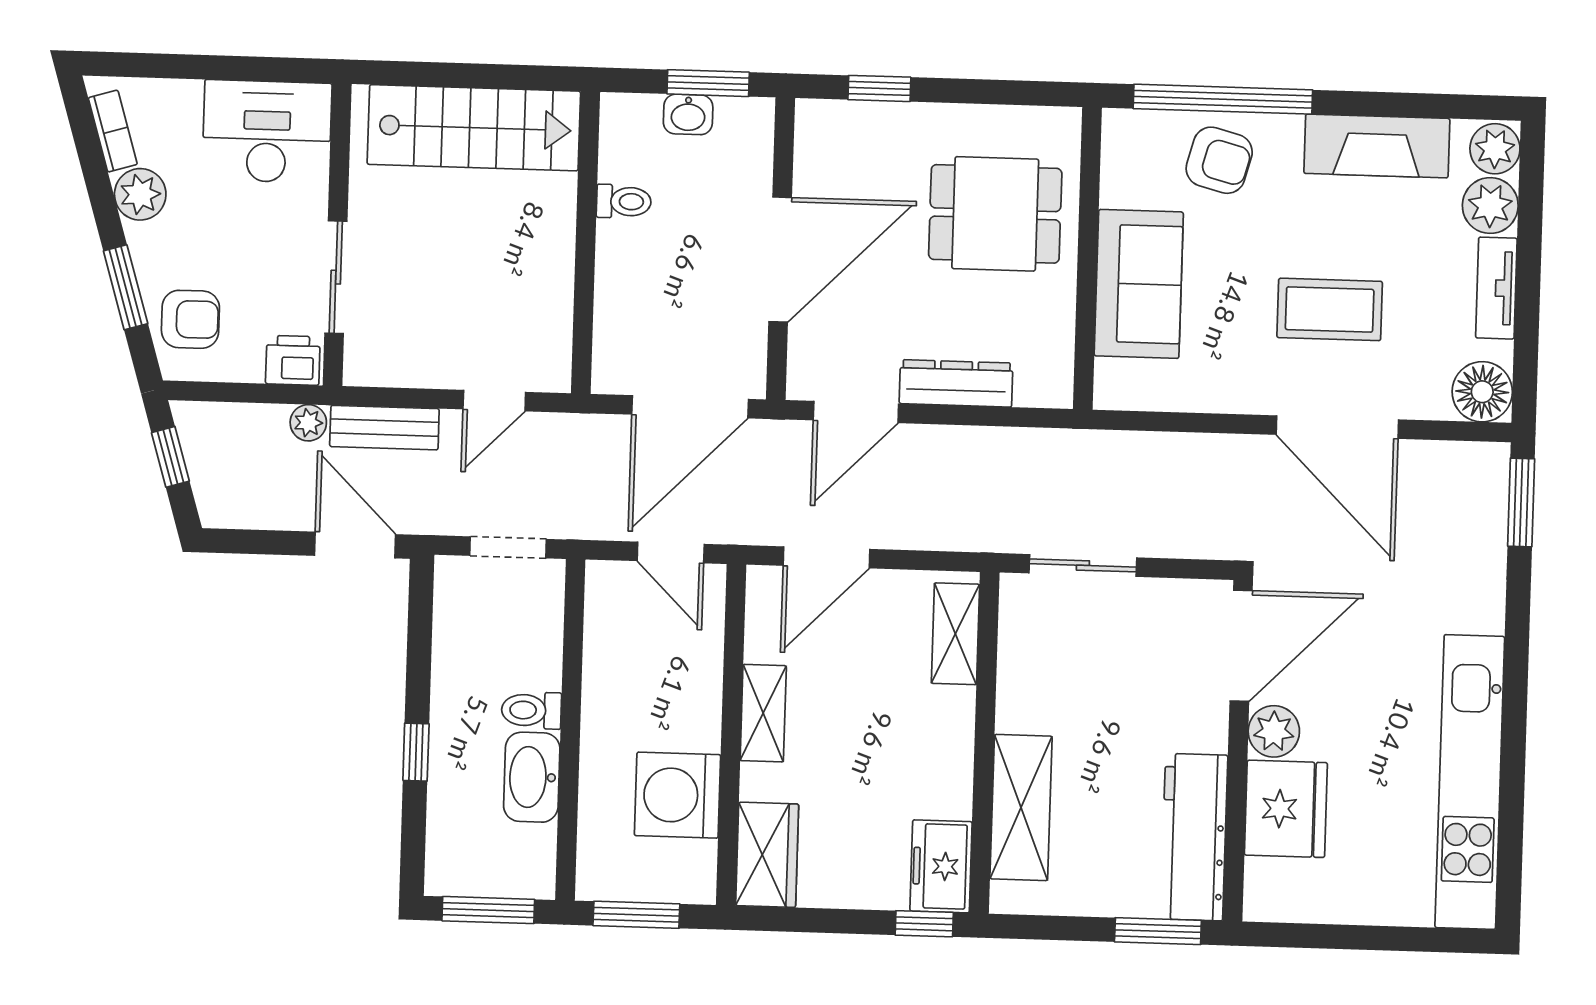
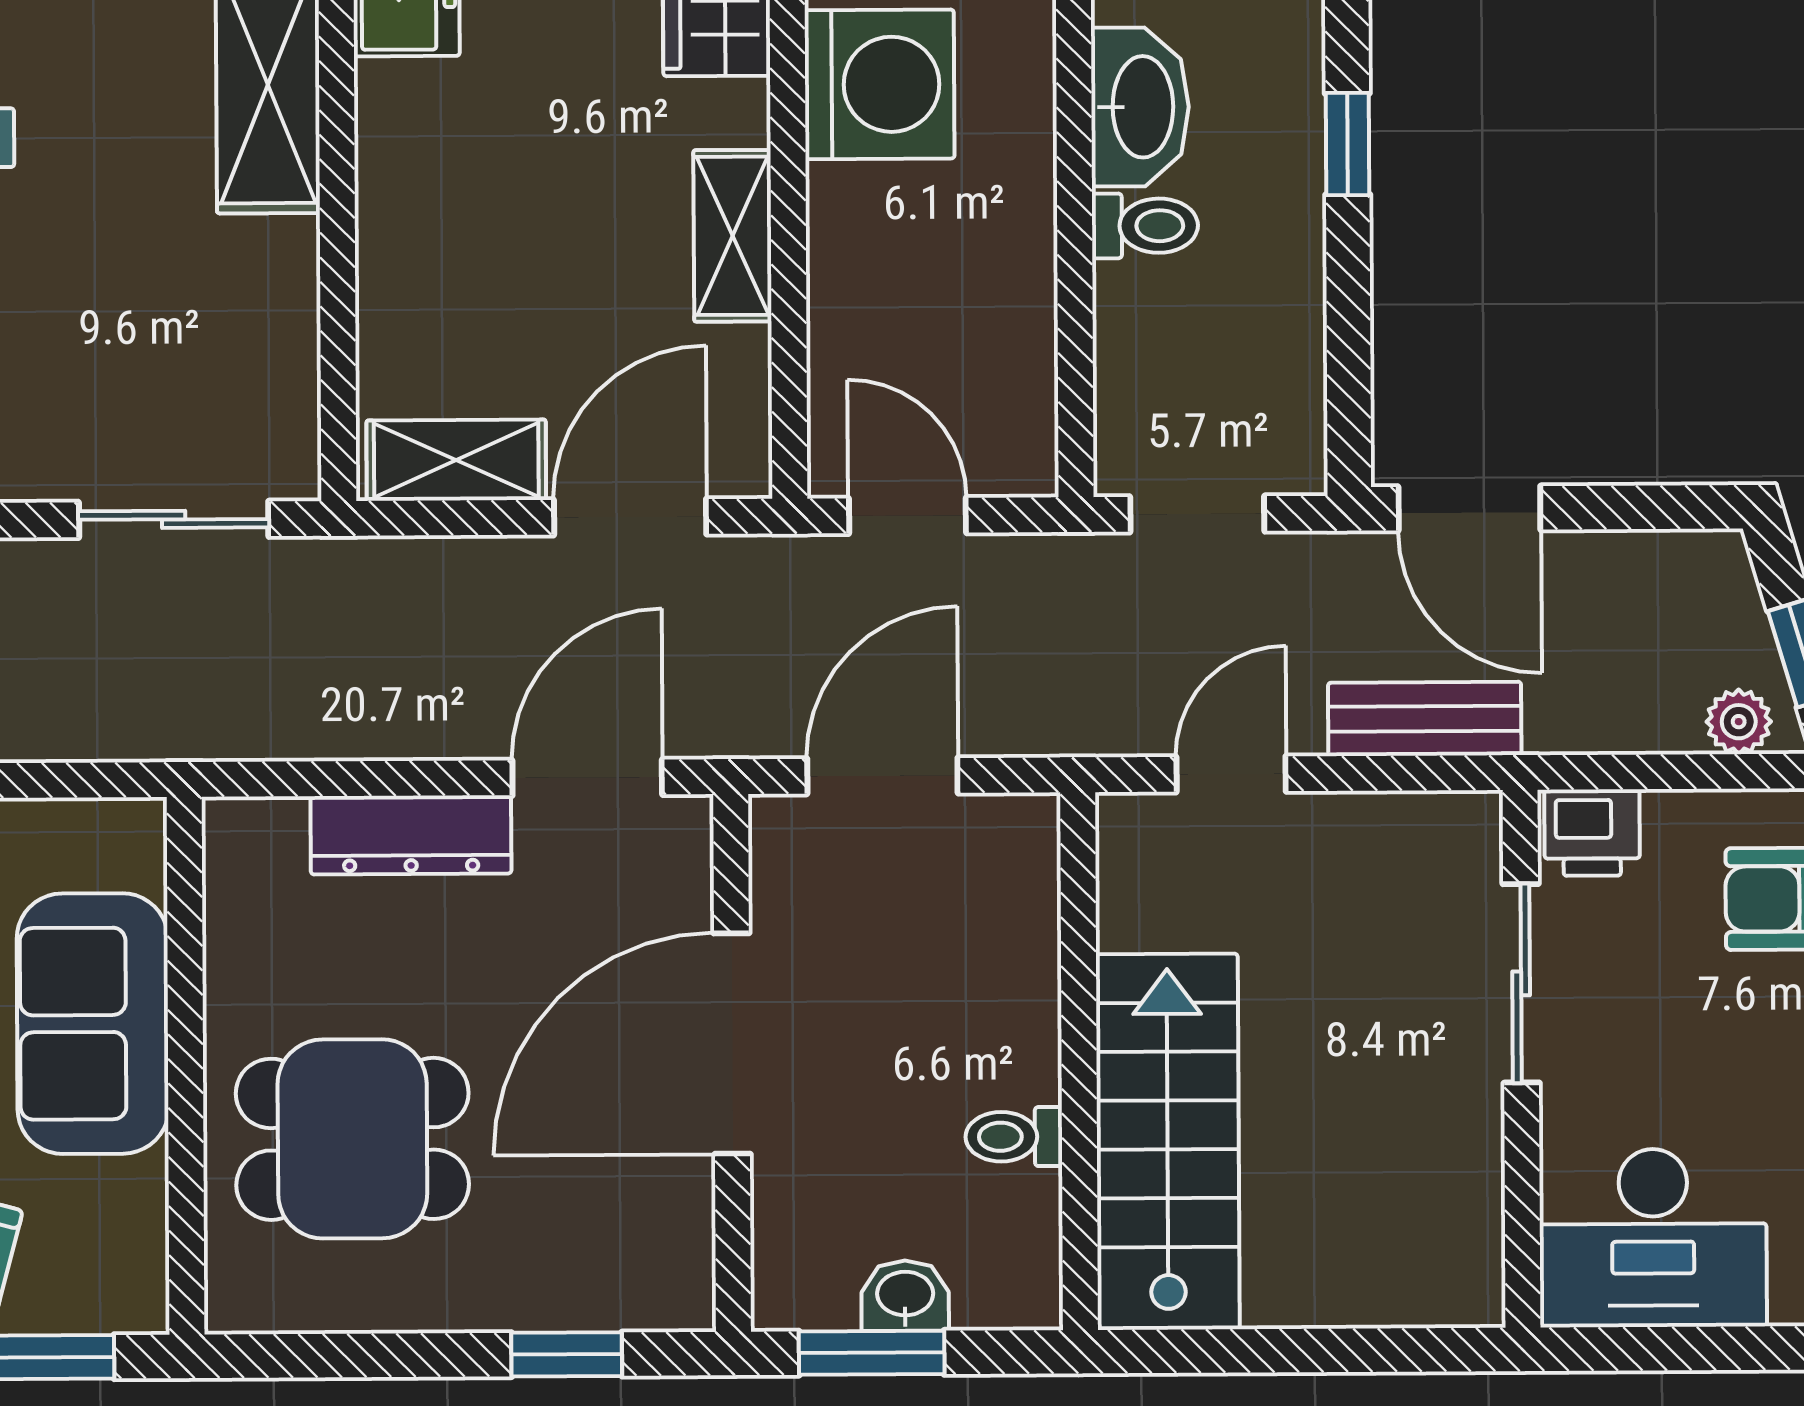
stairs: (474, 128) -> (1168, 1142), moved, turned 90
door: (690, 407) -> (882, 776), width x0.73
plant: (308, 423) -> (1739, 722), moved
shelving: (955, 634) -> (456, 460), moved, turned 90

